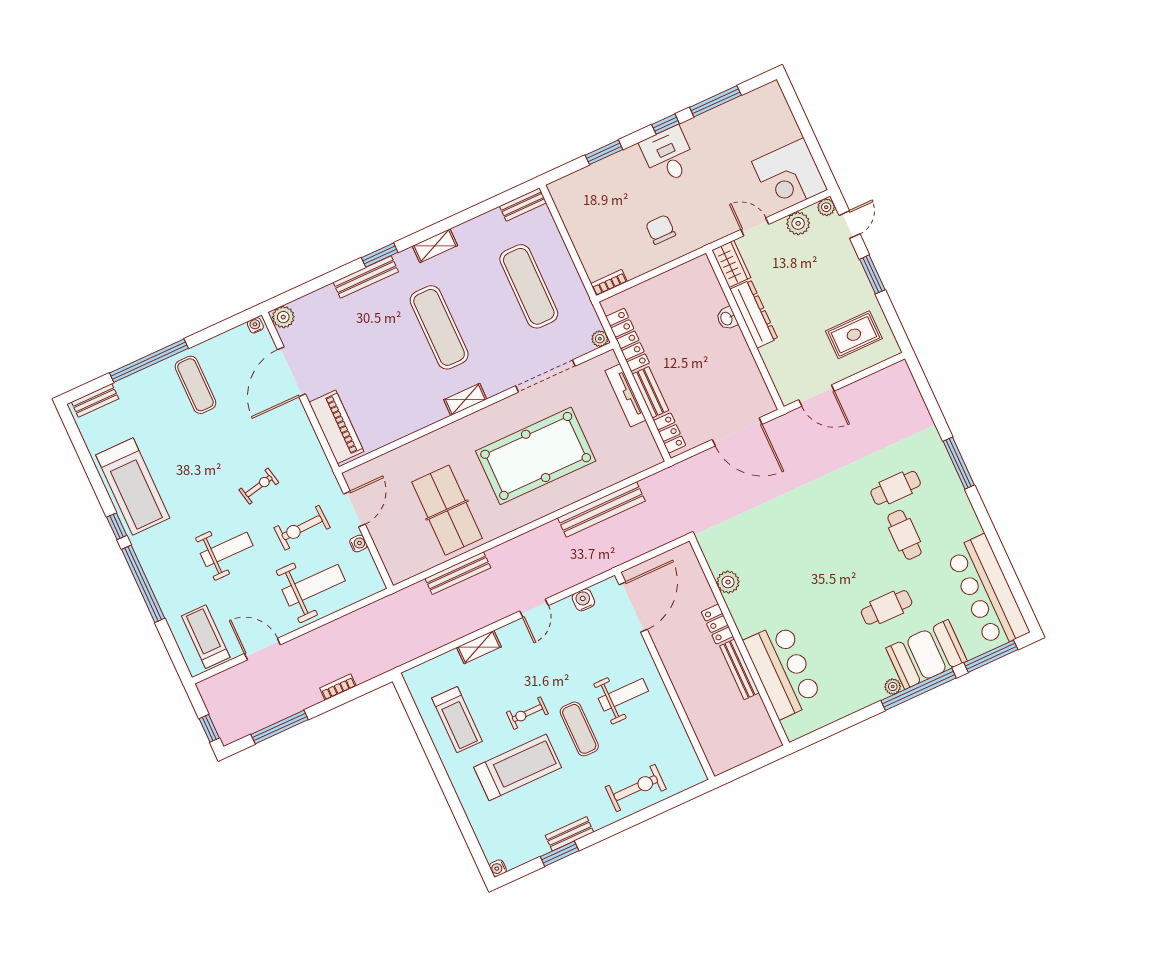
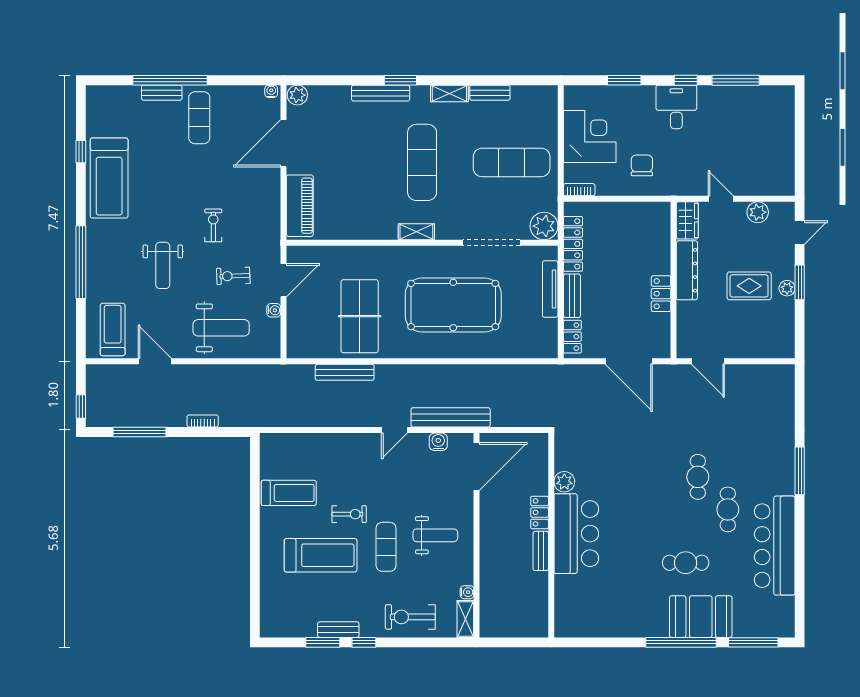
corner desk: (790, 176) -> (590, 137), moved, turned 180
bench: (523, 204) -> (490, 93), moved
plant: (826, 207) -> (787, 288), moved
exercise mat: (529, 286) -> (512, 162), turned 90
washbasin: (727, 318) -> (663, 264), removed
rug: (854, 335) -> (749, 286), moved
plant: (600, 339) -> (544, 226), width x1.88, depth x1.88
locker: (739, 349) -> (661, 294), added
bench: (95, 400) -> (162, 93), moved
exercise bike: (259, 486) -> (213, 225), turned -78
cafe table: (896, 488) -> (698, 477), moved, turned 90
bench: (601, 509) -> (451, 417), moved
window: (117, 526) -> (81, 152), moved
exercise bike: (302, 528) -> (233, 276), width x0.73, depth x0.72
weight bench: (227, 549) -> (163, 265), turned 90
bar counter: (987, 592) -> (775, 546), moved
shelving: (479, 647) -> (465, 619), moved, turned 90
bench: (739, 669) -> (541, 551), width x0.73
bar counter: (783, 670) -> (576, 534), moved
plant: (893, 687) -> (661, 630), removed
exercise bike: (527, 713) -> (349, 514), turned 180
treadmill: (457, 720) -> (289, 493), turned -90
exercise bike: (636, 788) -> (410, 617), turned 180
window: (601, 835) -> (364, 642), added
water cooler: (498, 868) -> (467, 592), moved, turned 180

